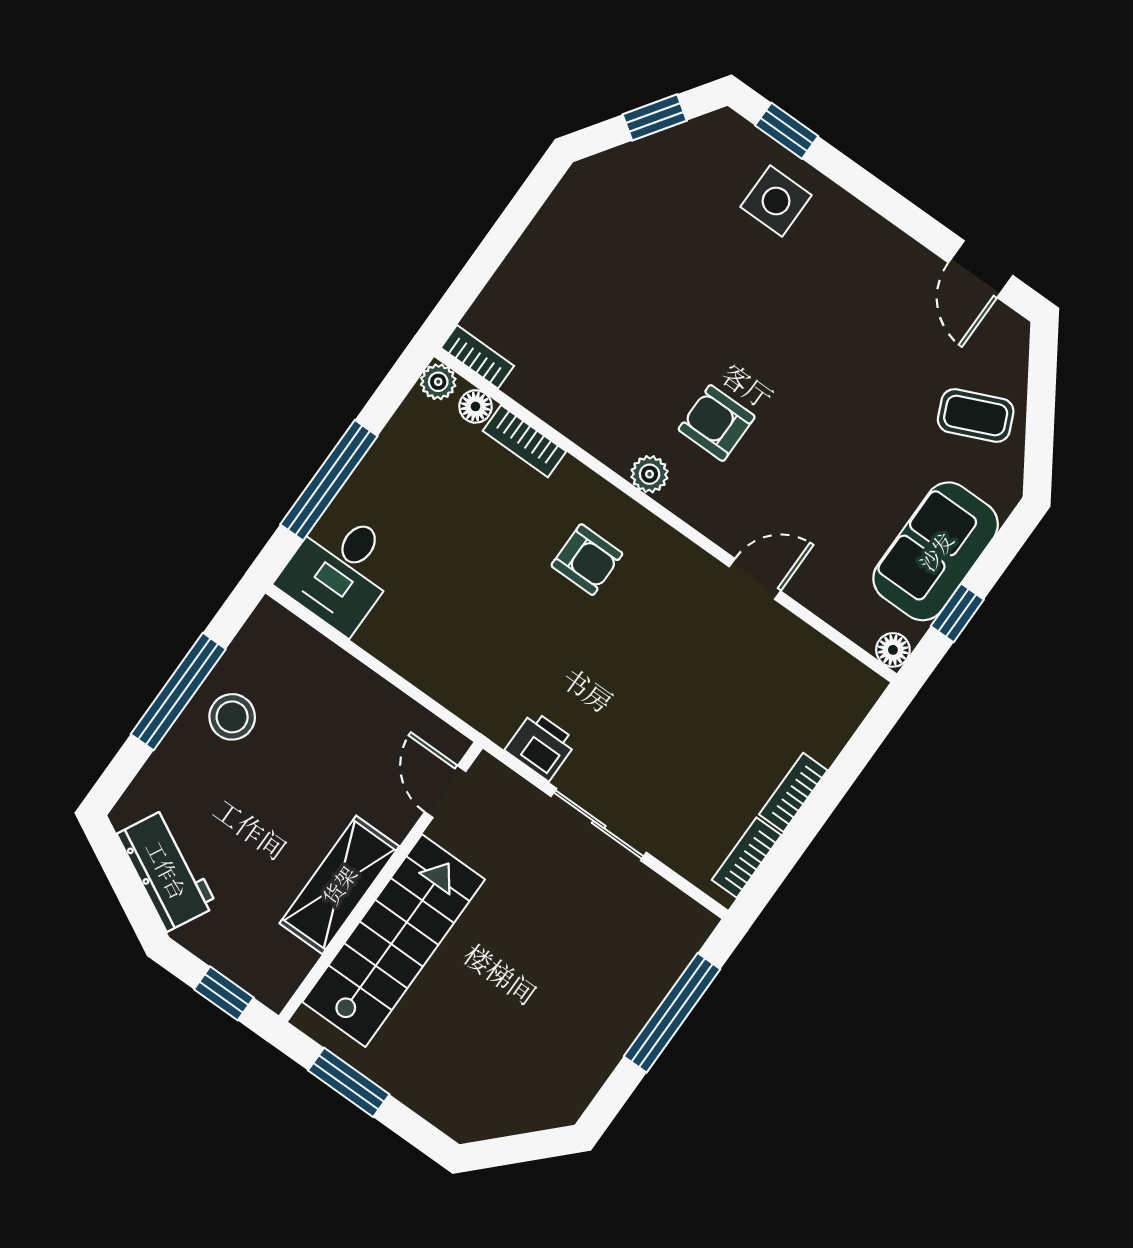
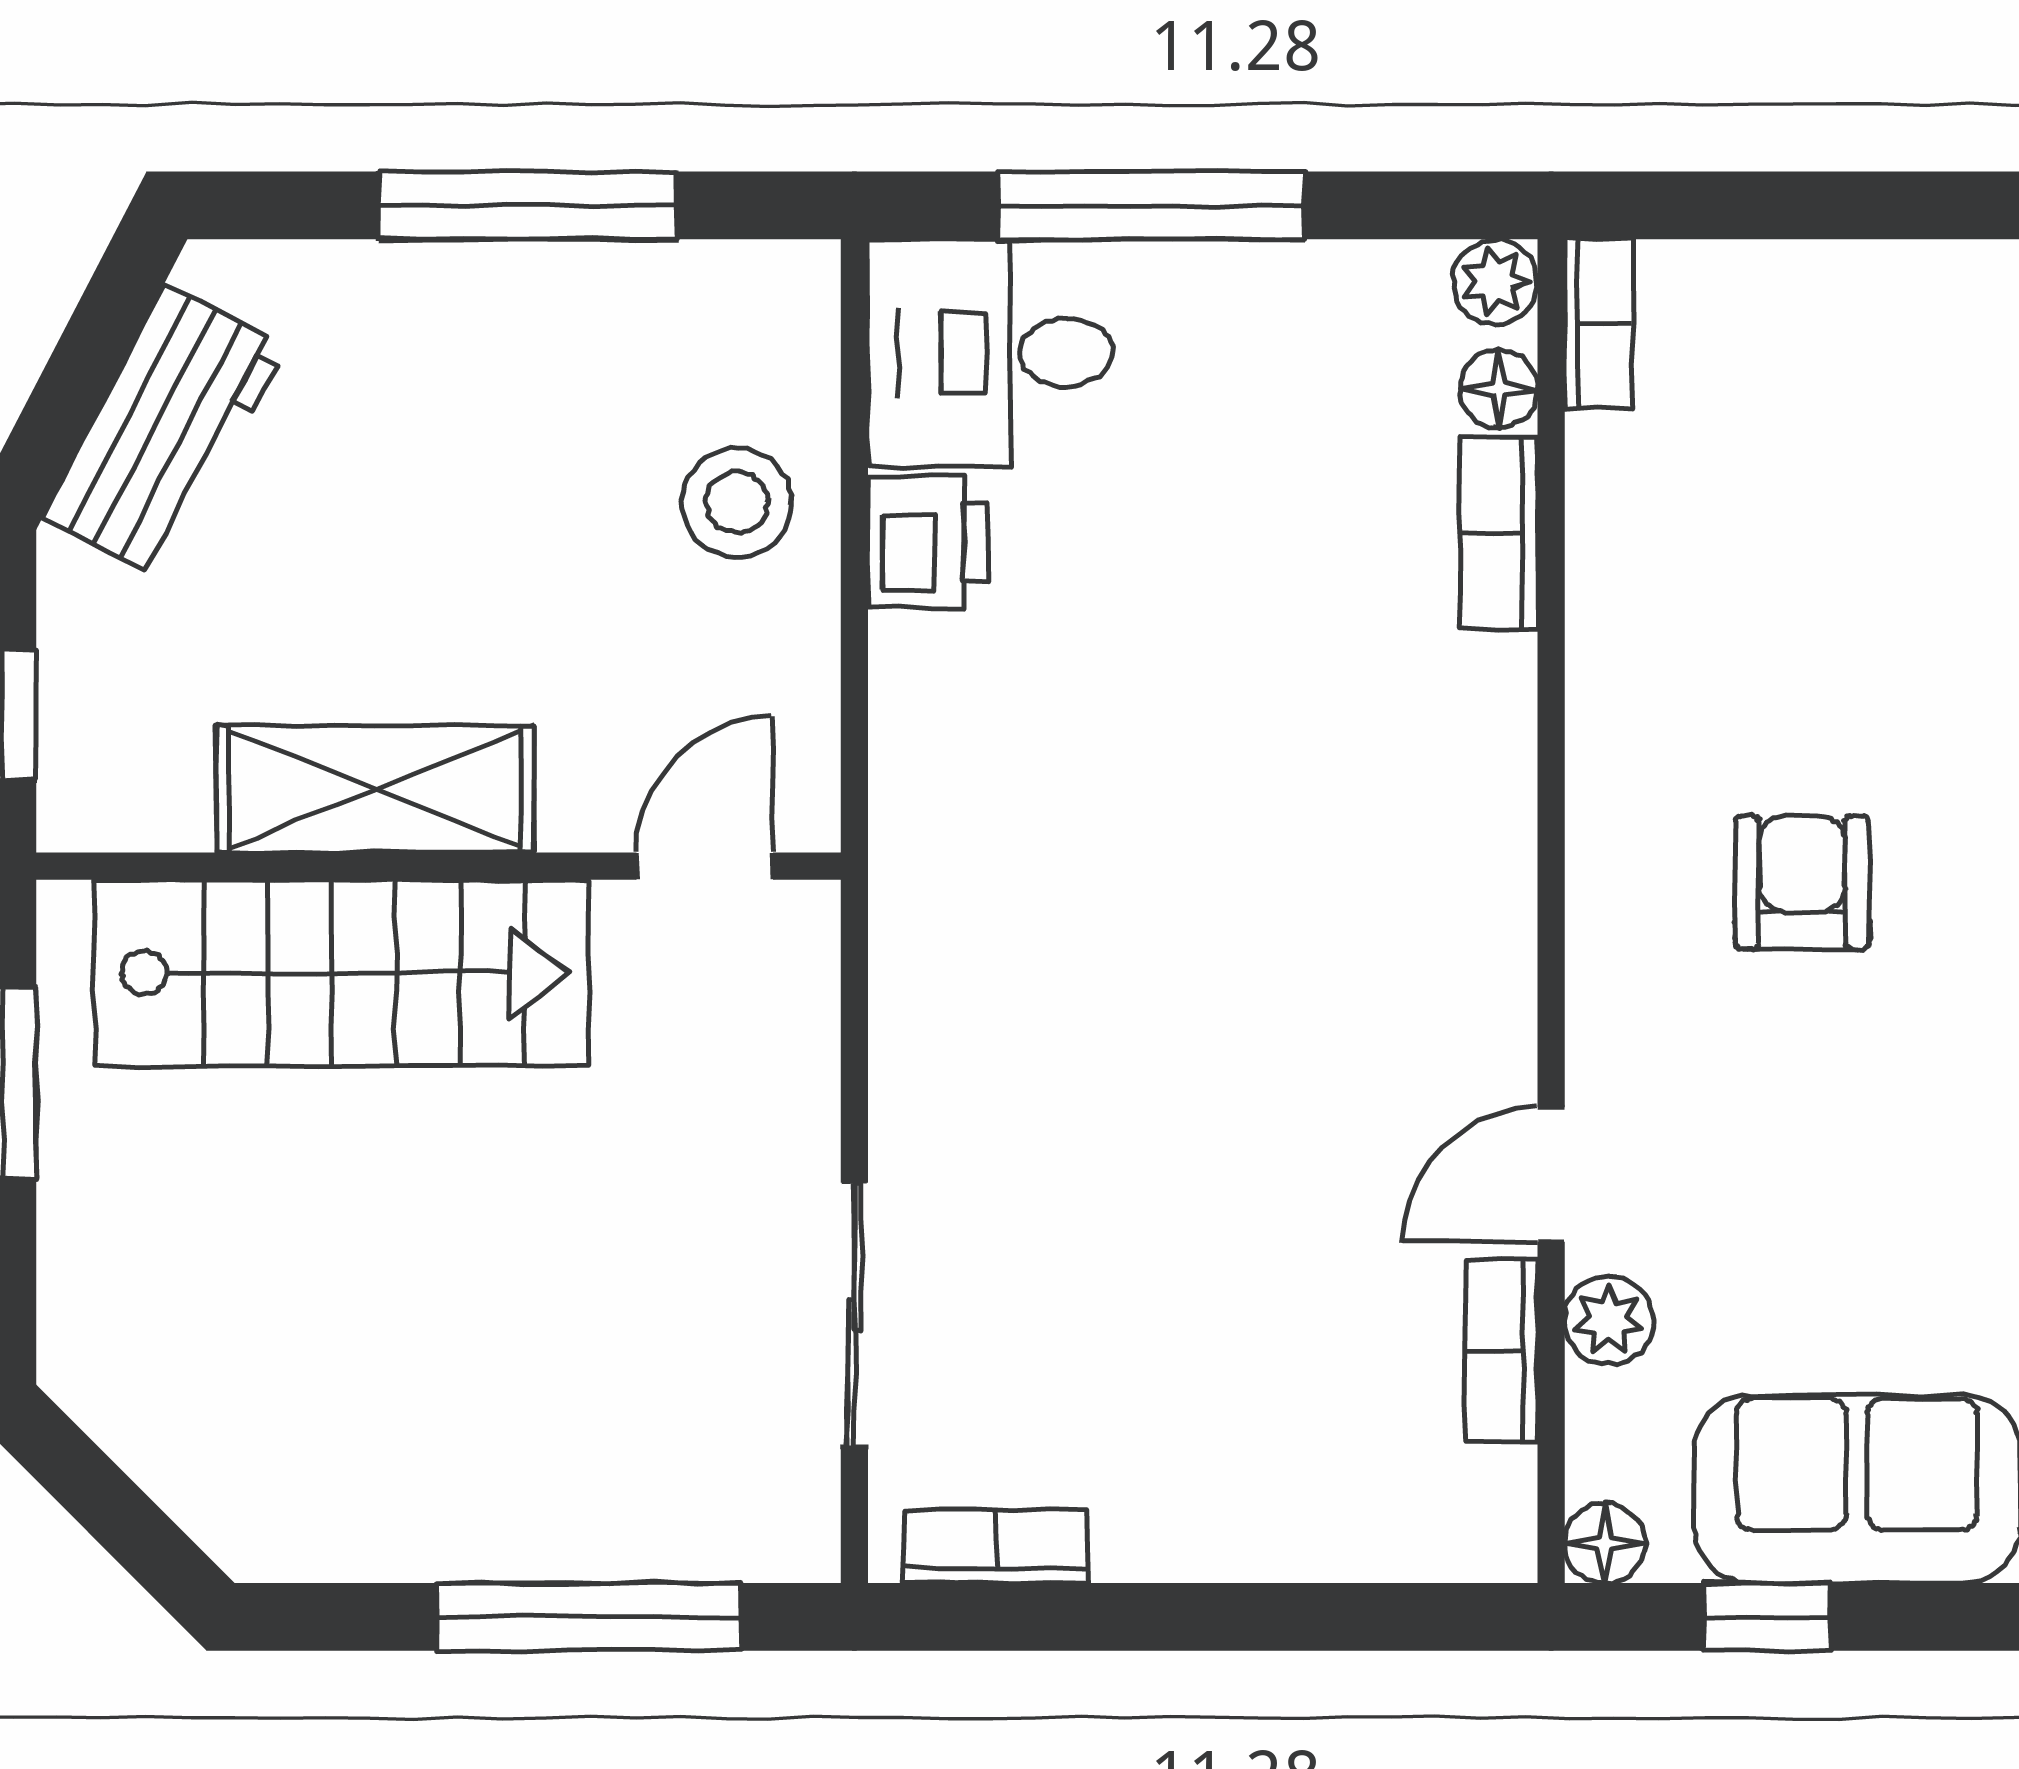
plant: (650, 474) -> (1609, 1320), moved
armchair: (587, 560) -> (1355, 820), removed
door: (755, 579) -> (1551, 1174), swing flipped
stool: (232, 717) -> (737, 502), moved
printer: (541, 746) -> (928, 541), moved
bookcase: (793, 792) -> (1501, 1351), moved, turned -90
sliding door: (599, 824) -> (854, 1315), moved

